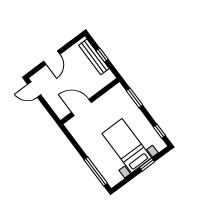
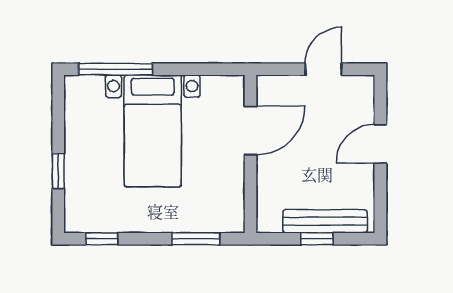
door: (52, 58) -> (380, 144), hinge flipped
door: (34, 90) -> (323, 69), moved
bed with nightstands: (127, 146) -> (153, 131), moved, turned 90

